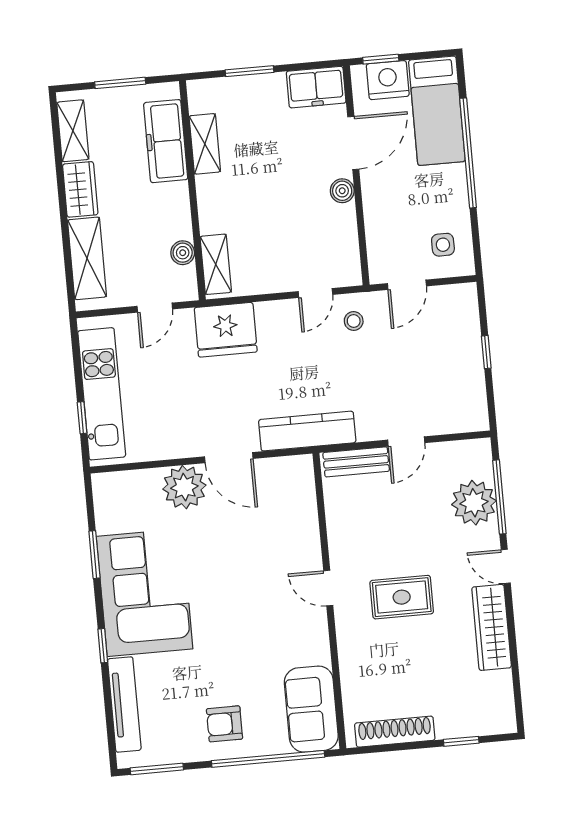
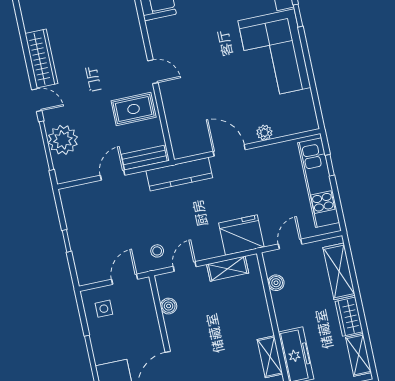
boiler: (342, 191) -> (169, 306), moved
shelving: (216, 264) -> (228, 269), moved, turned 90
plant: (184, 487) -> (264, 133), width x0.53, depth x0.53
window: (94, 555) -> (311, 75), removed
rug: (402, 597) -> (134, 109), moved

